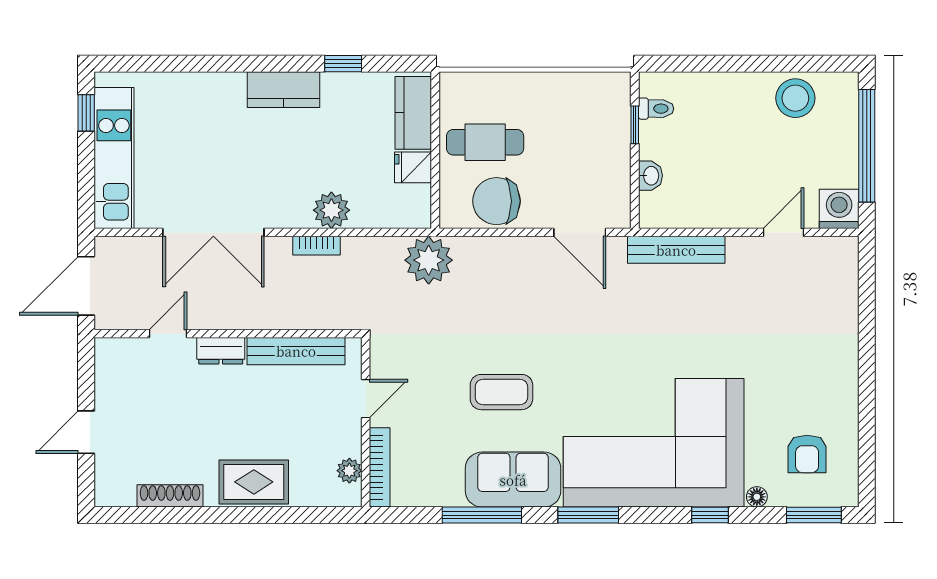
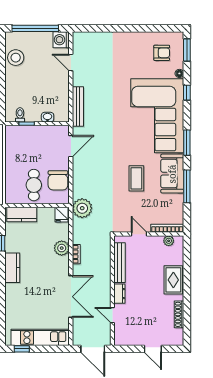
fridge: (413, 167) -> (62, 215), moved

